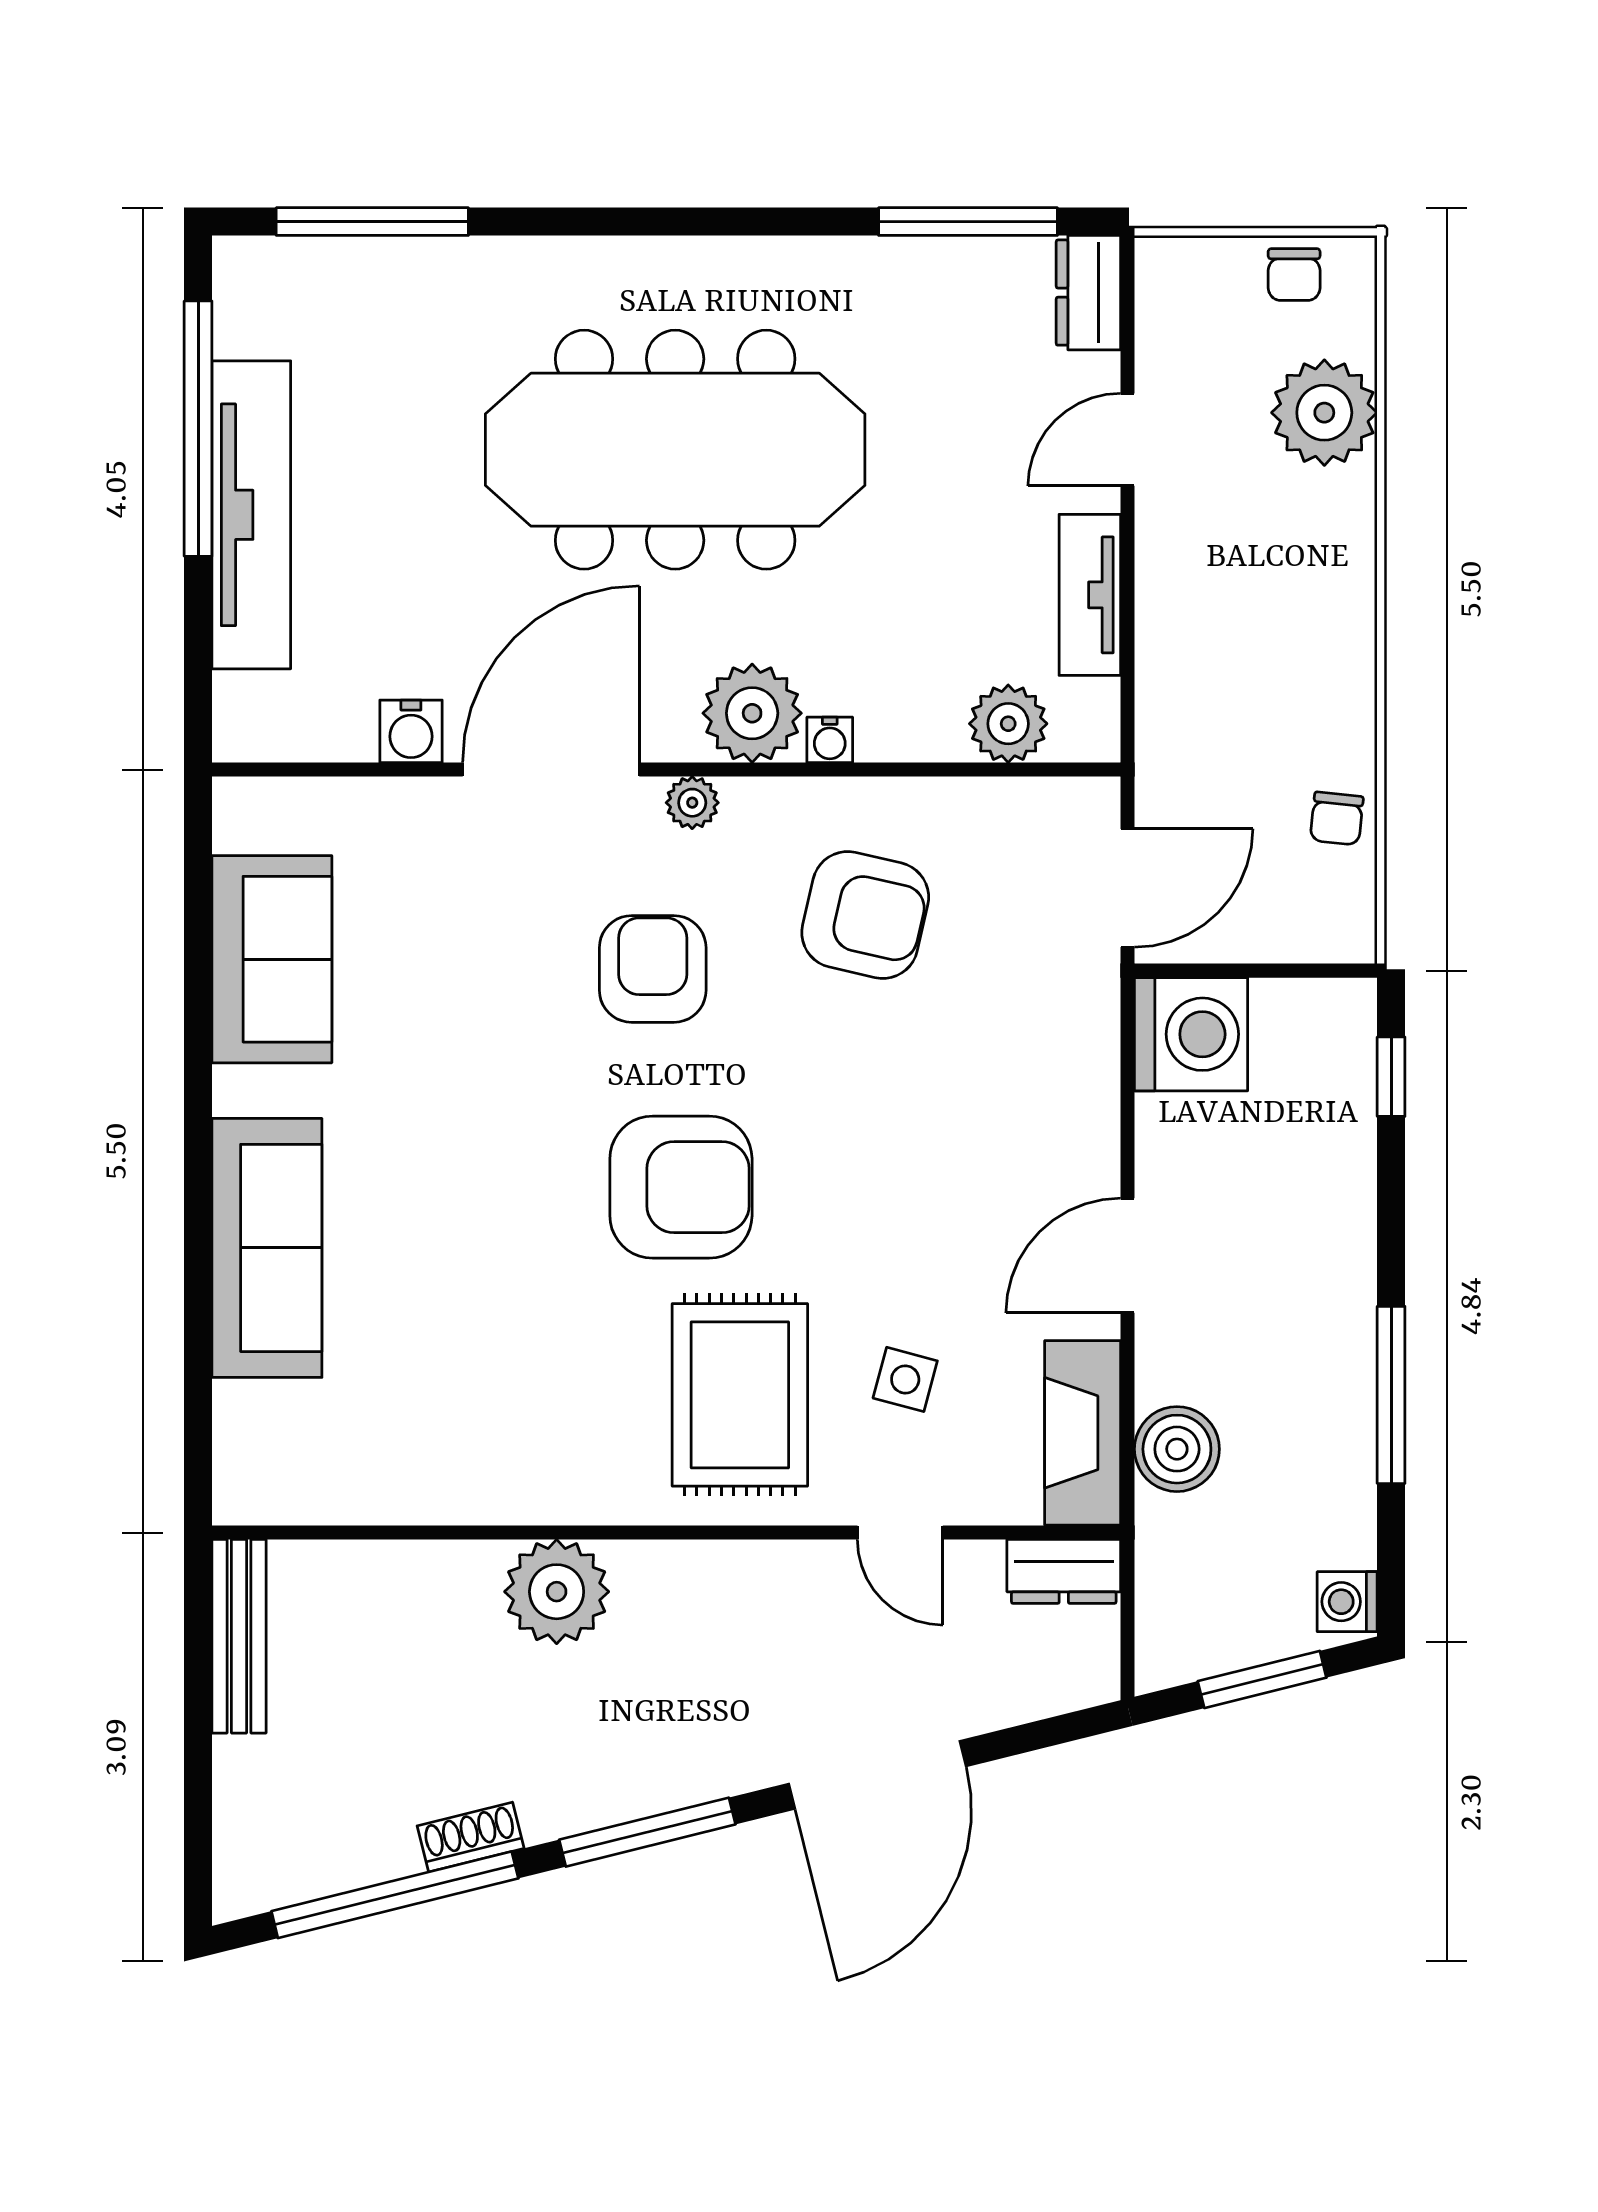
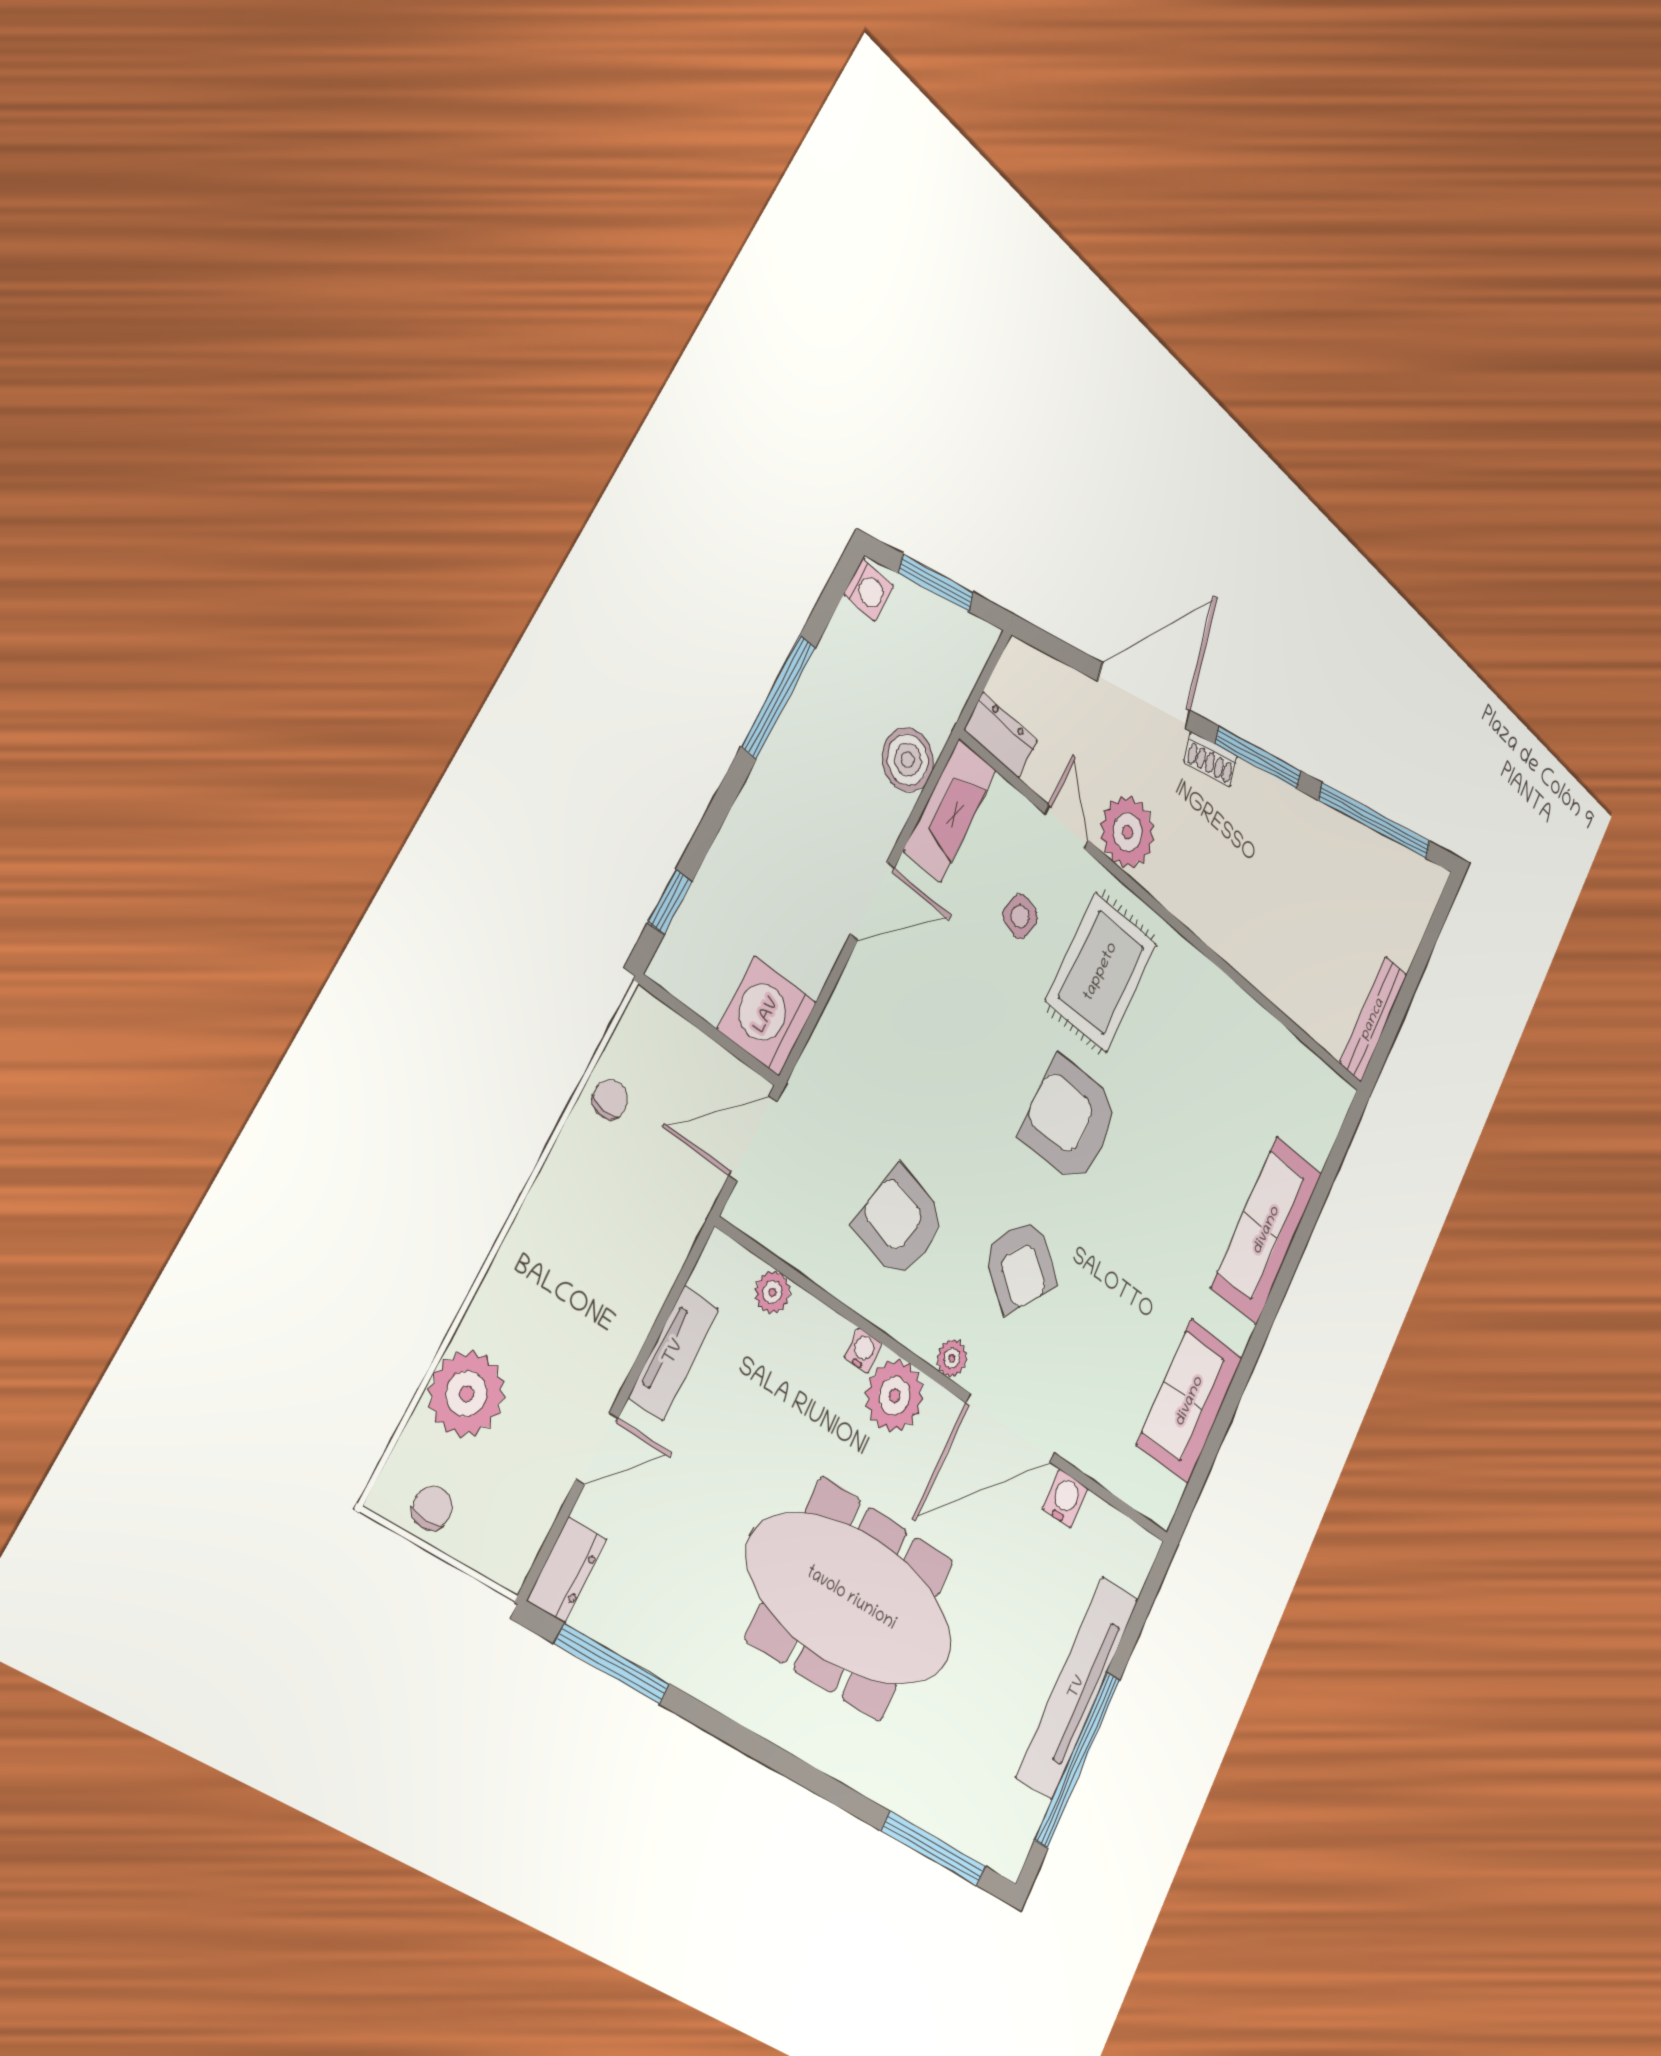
plant: (1008, 724) -> (772, 1292), width x0.73, depth x0.73
armchair: (653, 969) -> (1020, 1266), turned -53
plant: (557, 1592) -> (1127, 832), moved
shoe rack: (471, 1837) -> (1211, 759), moved

